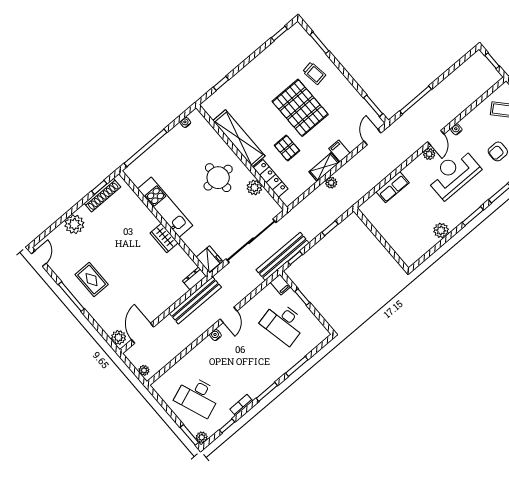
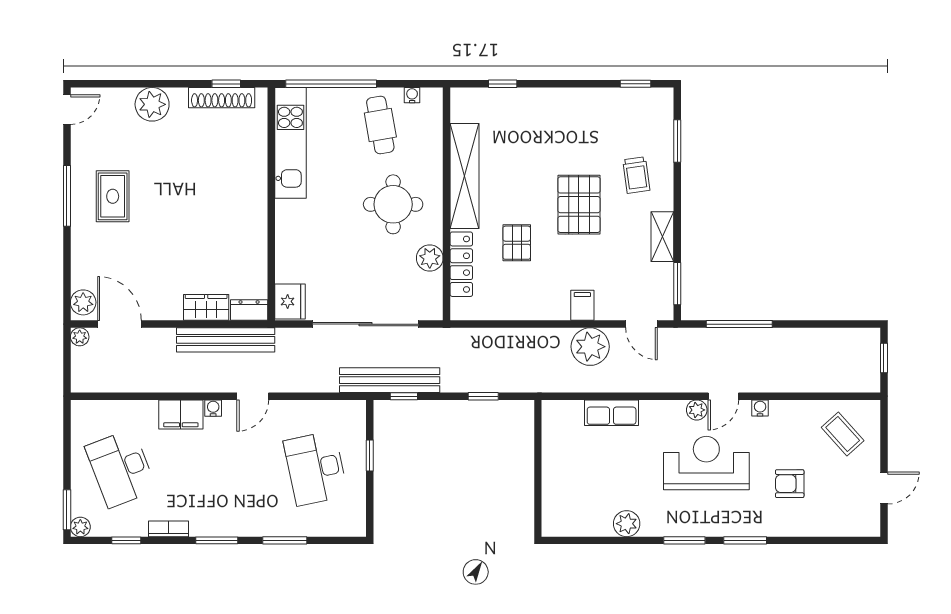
pallet: (300, 108) -> (579, 205), width x0.73, depth x0.71
door: (373, 137) -> (641, 324), swing flipped
cafe table: (183, 148) -> (380, 125), added
shelving: (324, 167) -> (662, 237), moved, turned 90
plant: (331, 183) -> (590, 347), moved, width x1.88, depth x1.88
kitchen unit: (165, 207) -> (290, 143), moved
wardrobe: (164, 238) -> (206, 307), moved, turned 90
filing cabinet: (280, 285) -> (181, 414), moved, width x2.00
door: (143, 333) -> (119, 324), hinge flipped
plant: (144, 370) -> (80, 337), moved

